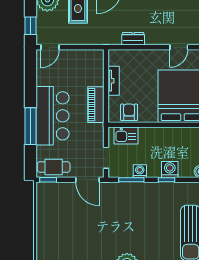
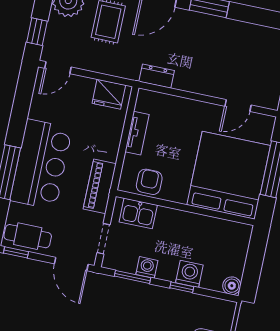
dresser: (133, 39) -> (157, 76), moved
fridge: (89, 58) -> (109, 94), added
piano: (96, 105) -> (100, 186), moved

